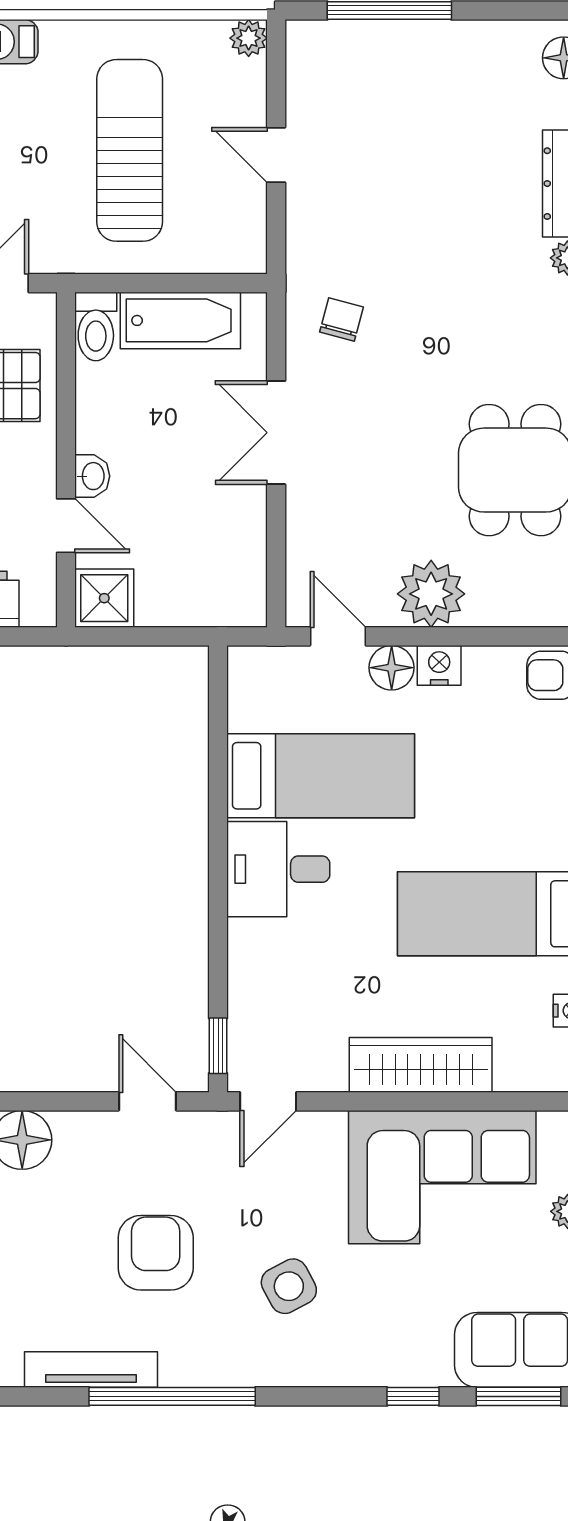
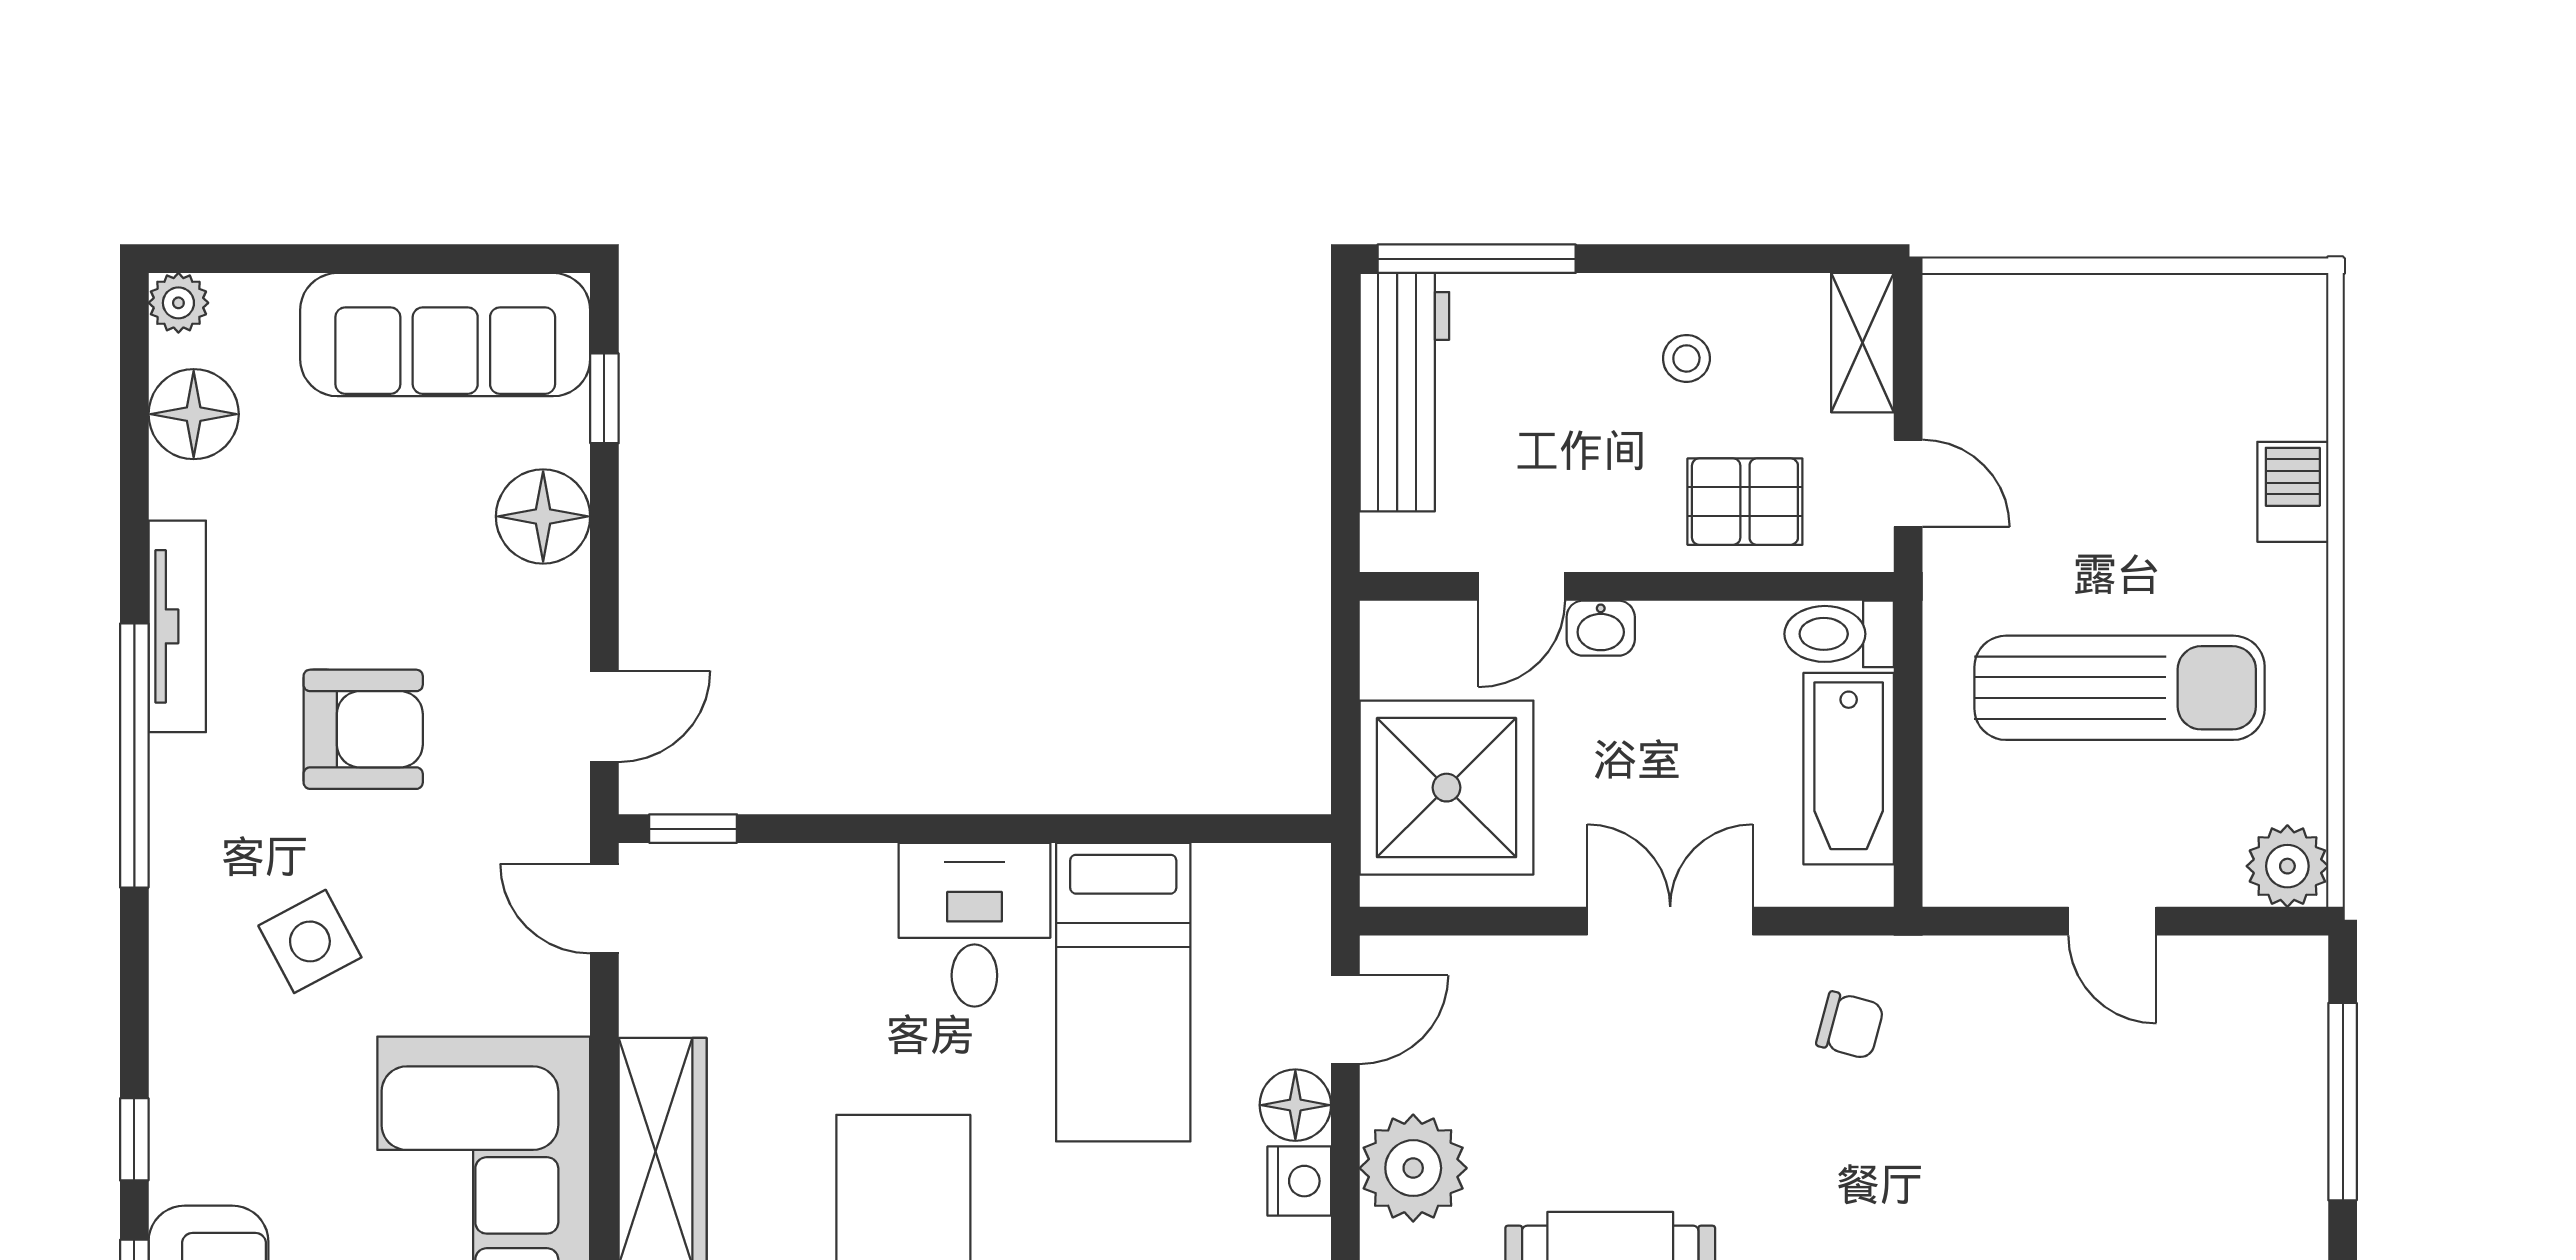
plant: (249, 38) -> (2287, 866), width x1.38, depth x1.38
door: (276, 155) -> (2112, 921), swing flipped
shower: (104, 598) -> (1447, 788), moved, width x1.86, depth x1.86

